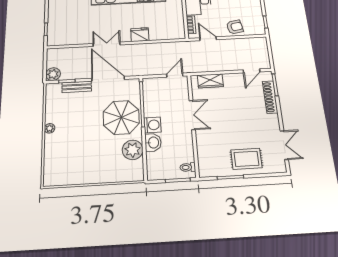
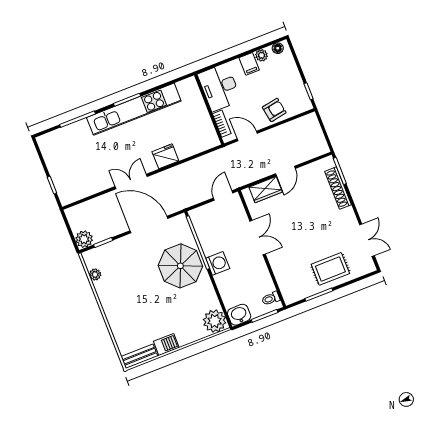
door: (252, 71) -> (285, 171), moved
bench: (77, 87) -> (139, 356), moved
plant: (50, 128) -> (95, 274), moved
washbasin: (153, 143) -> (239, 315), moved, turned -90
plant: (133, 150) -> (215, 321), moved
barbecue: (85, 177) -> (166, 344), added

